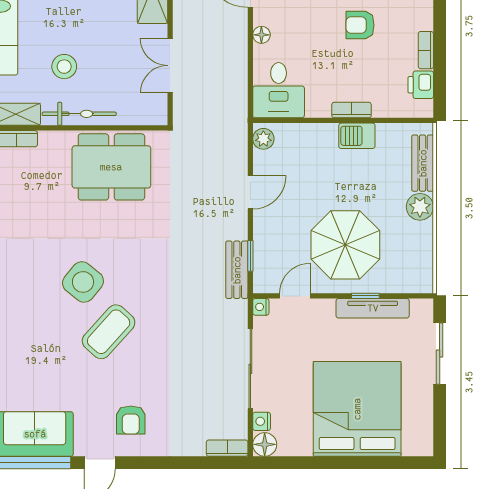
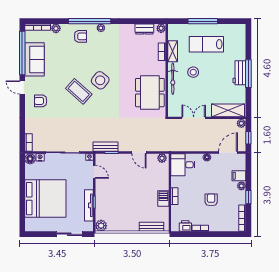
plant: (420, 207) -> (101, 226), moved
parasol: (345, 245) -> (116, 193), removed

